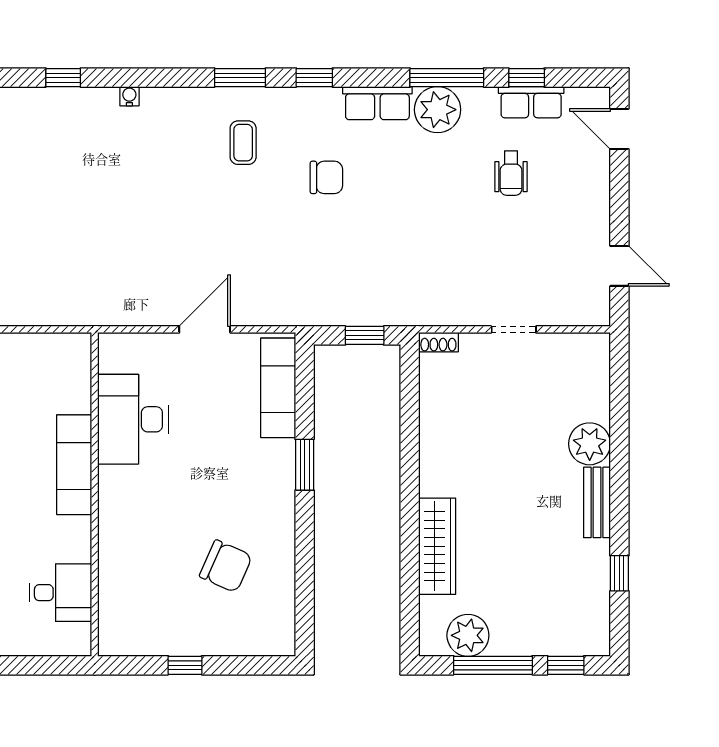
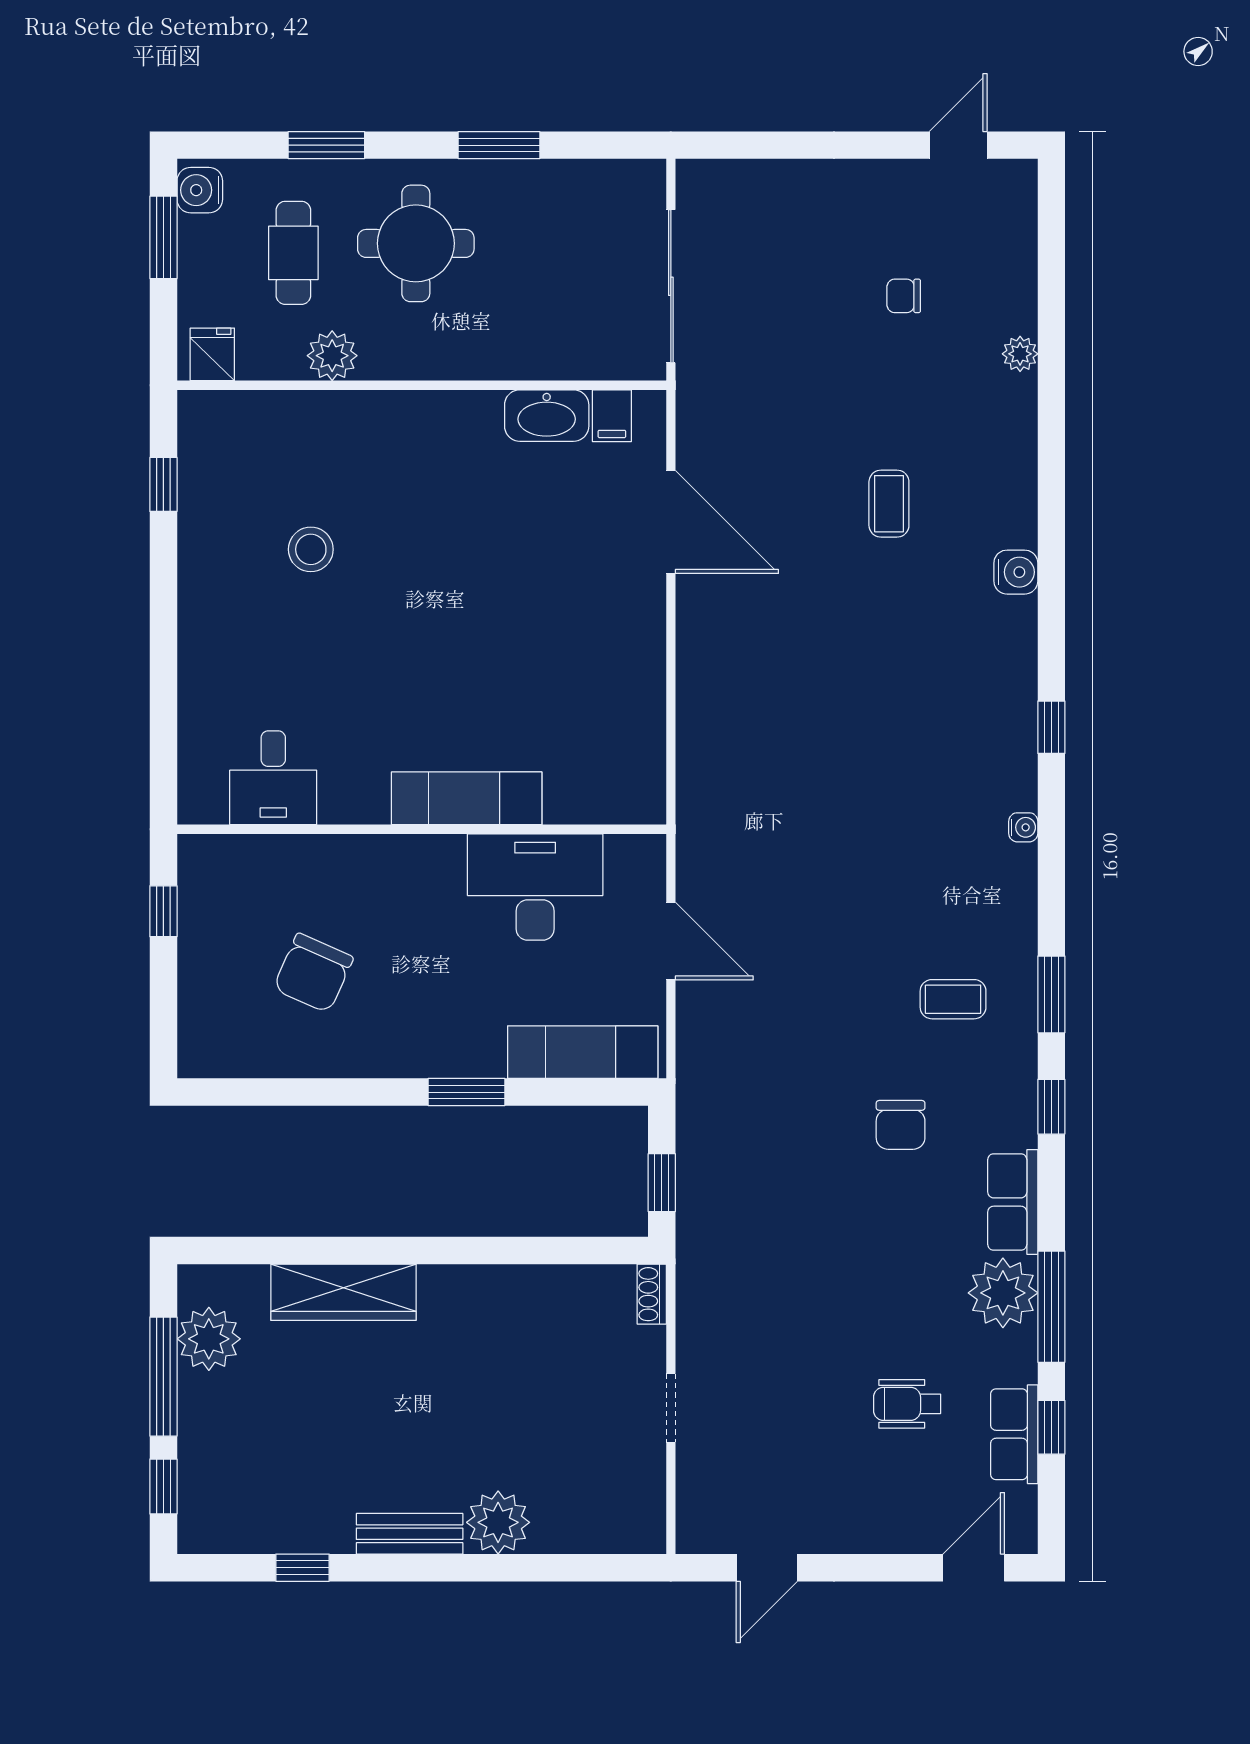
desk: (133, 419) -> (535, 887), moved
exam couch: (74, 465) -> (467, 798), moved
wall: (95, 494) -> (422, 829), moved
desk: (61, 593) -> (273, 778), moved

